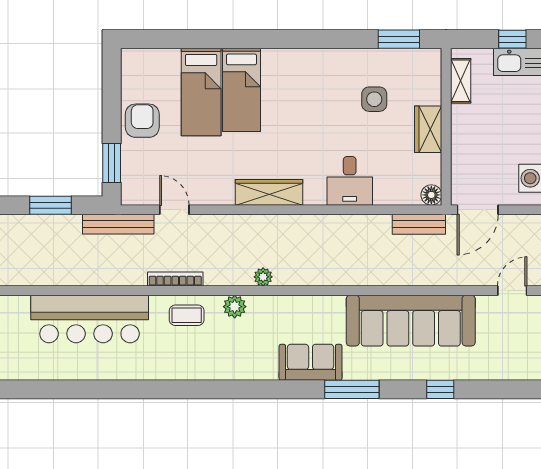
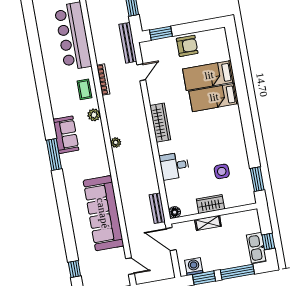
shelving: (461, 81) -> (208, 223), moved
plant: (263, 277) -> (116, 143), moved
sofa: (311, 362) -> (66, 135), moved
window: (352, 389) -> (54, 154), moved
window: (440, 389) -> (74, 269), moved

